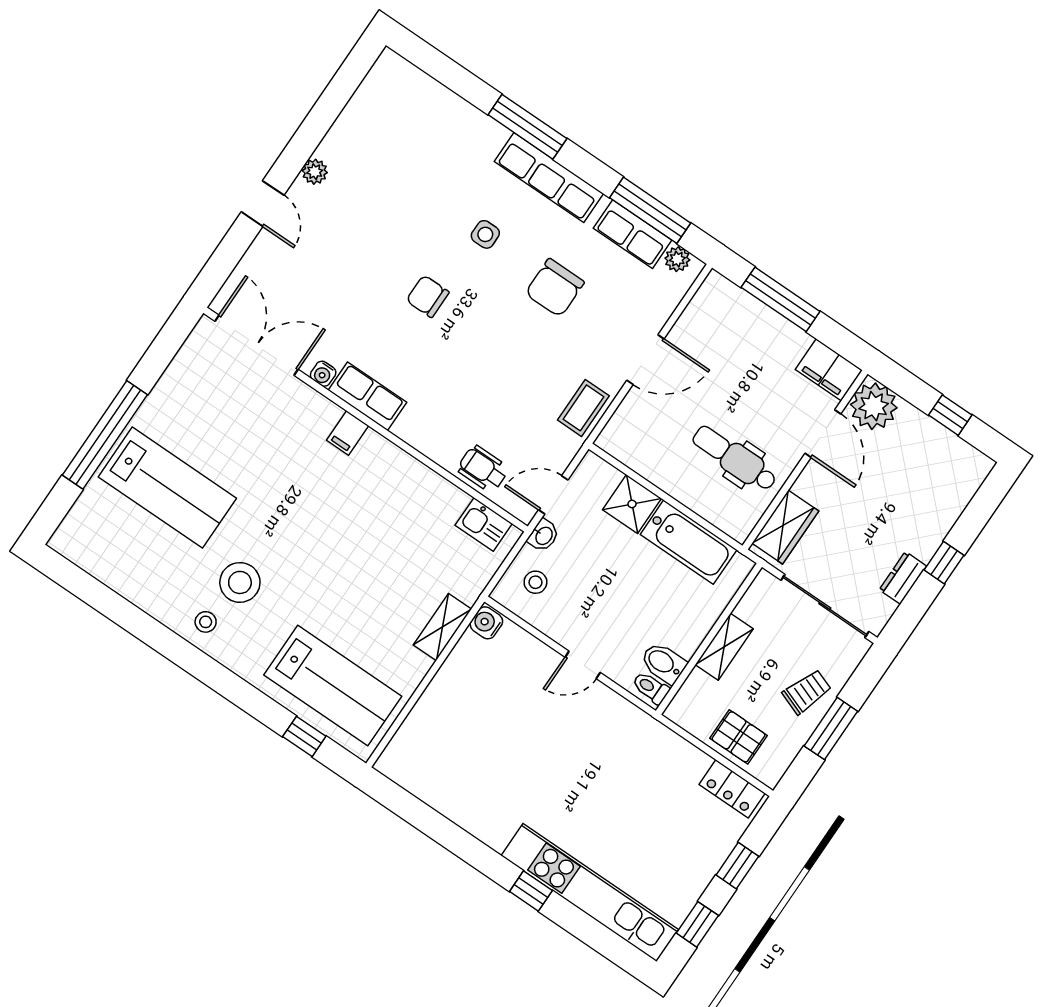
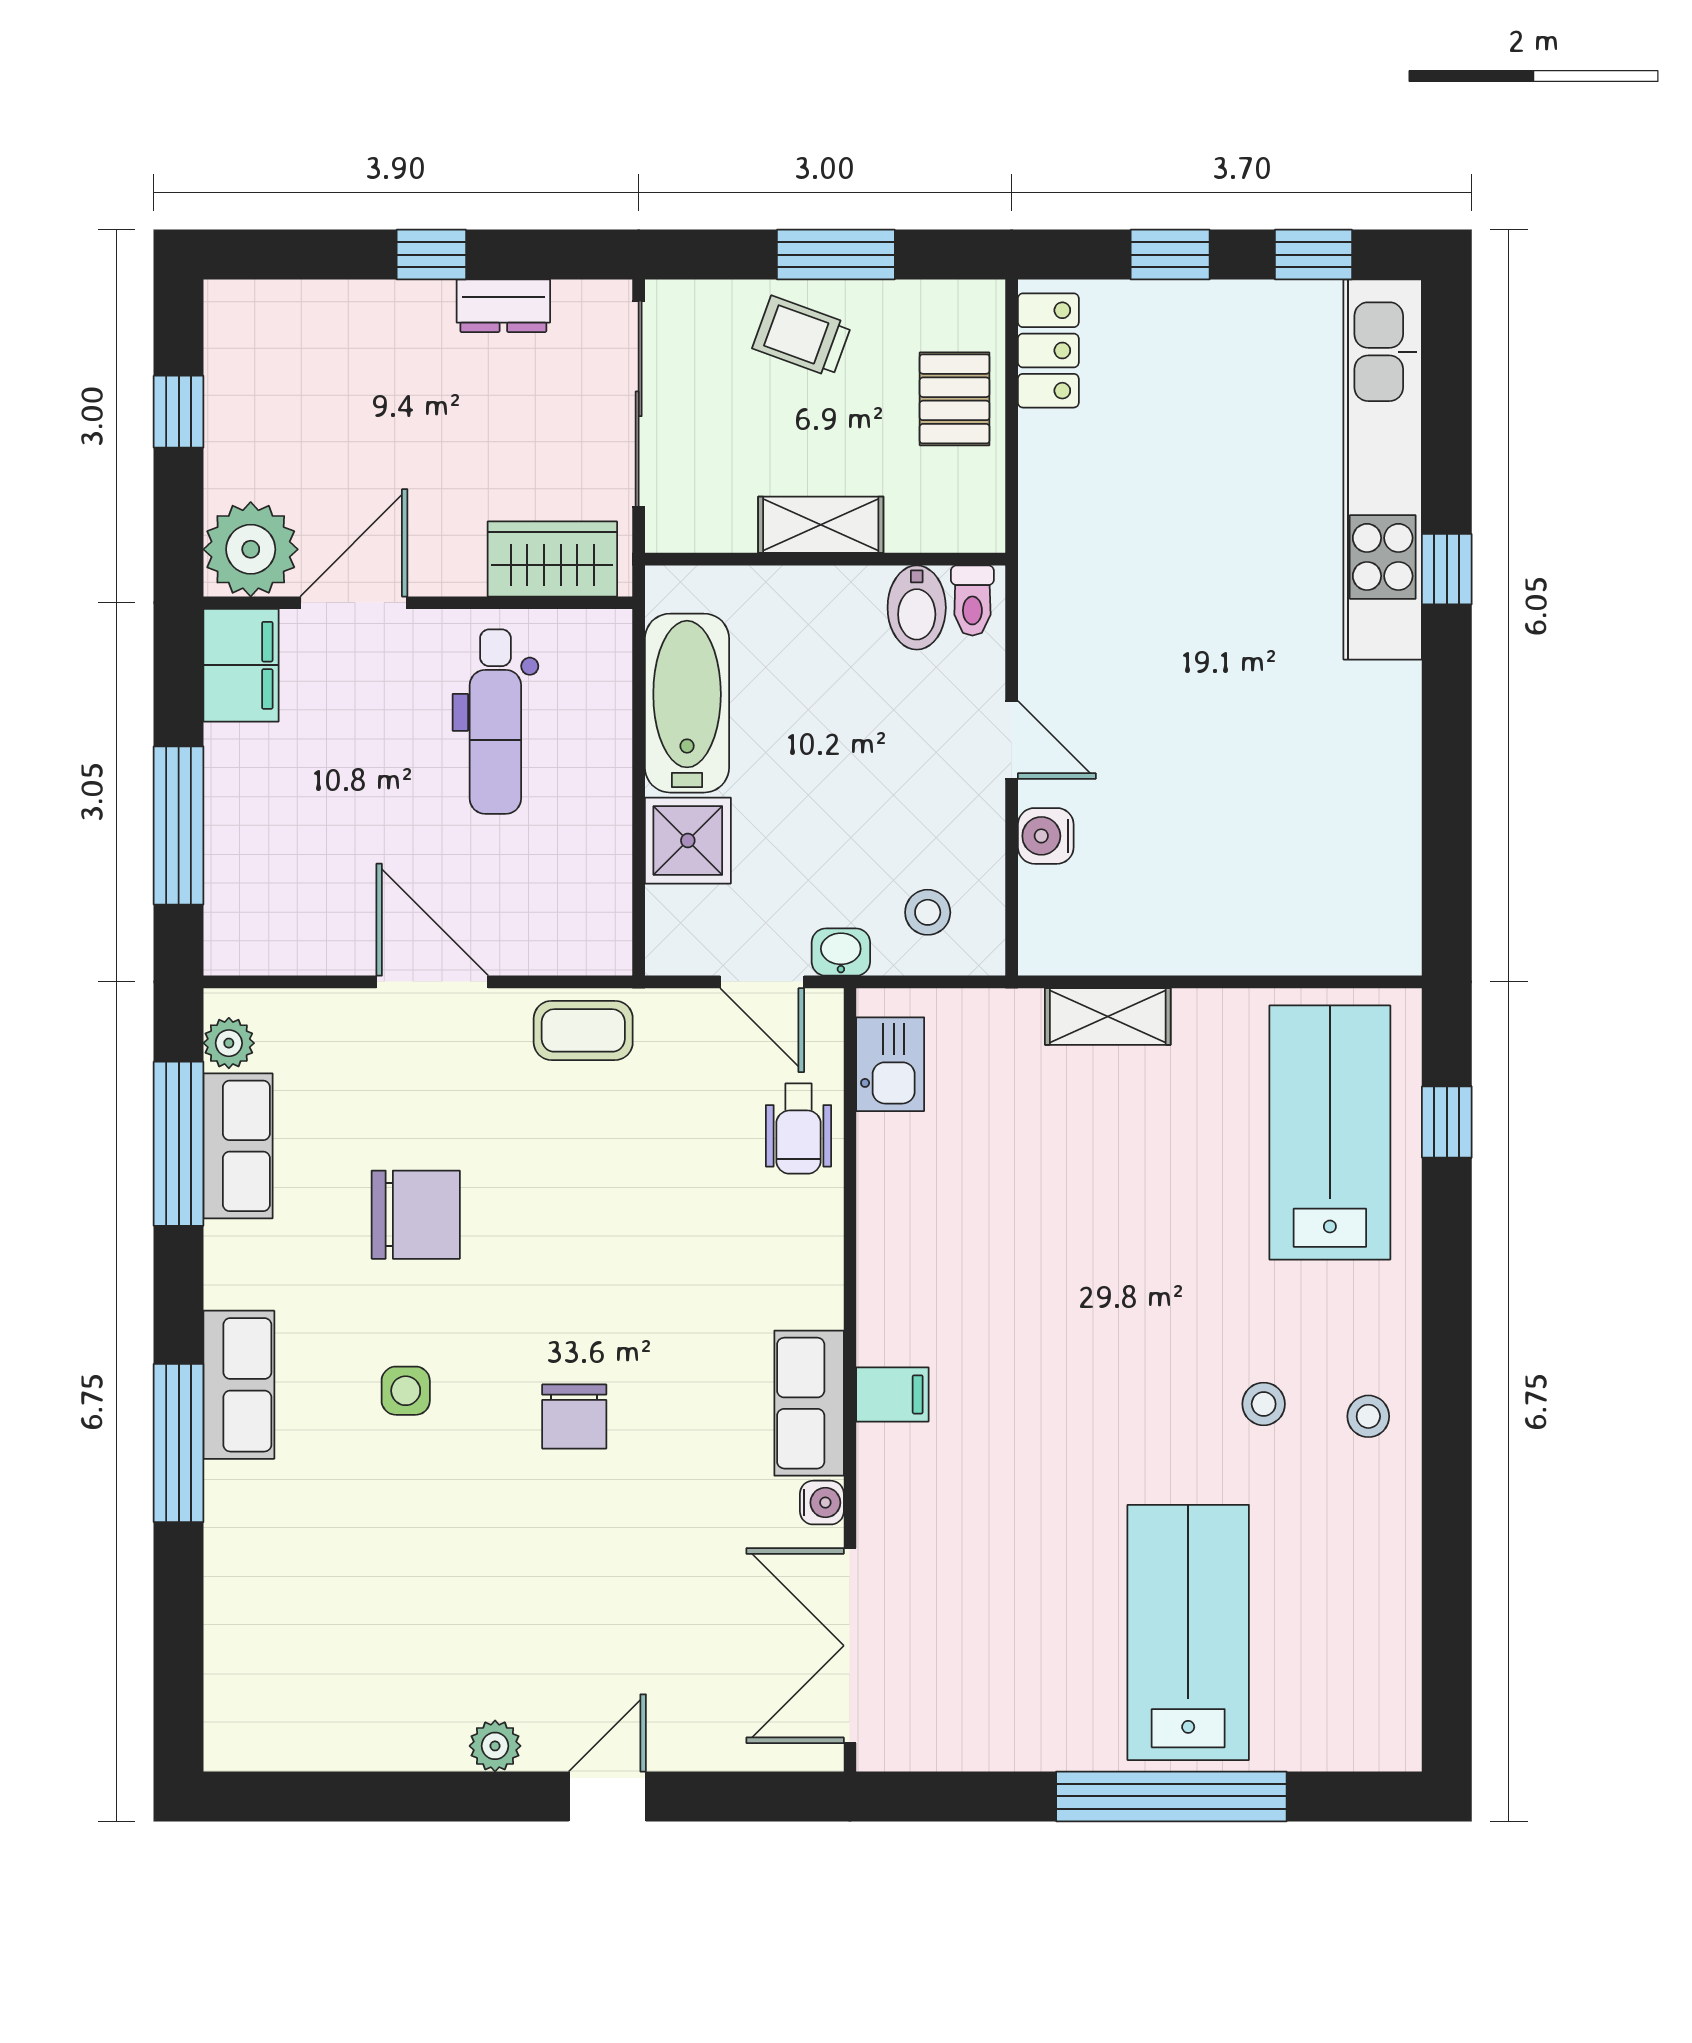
row of seats: (549, 178) -> (239, 1385), width x0.68
stool: (240, 582) -> (1264, 1404), width x0.53, depth x0.53
water cooler: (486, 623) -> (1046, 836), moved, turned 90

